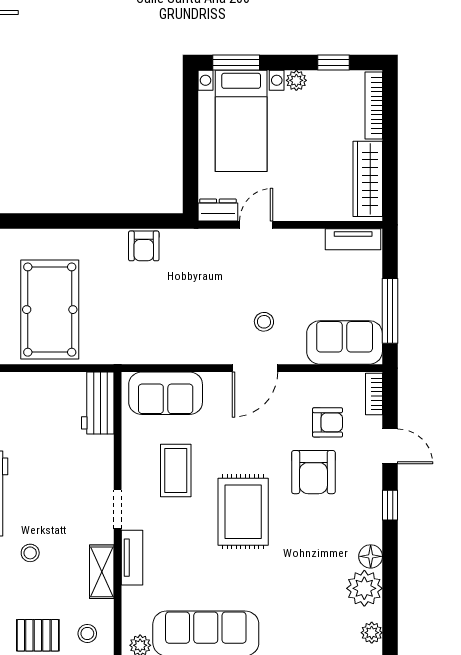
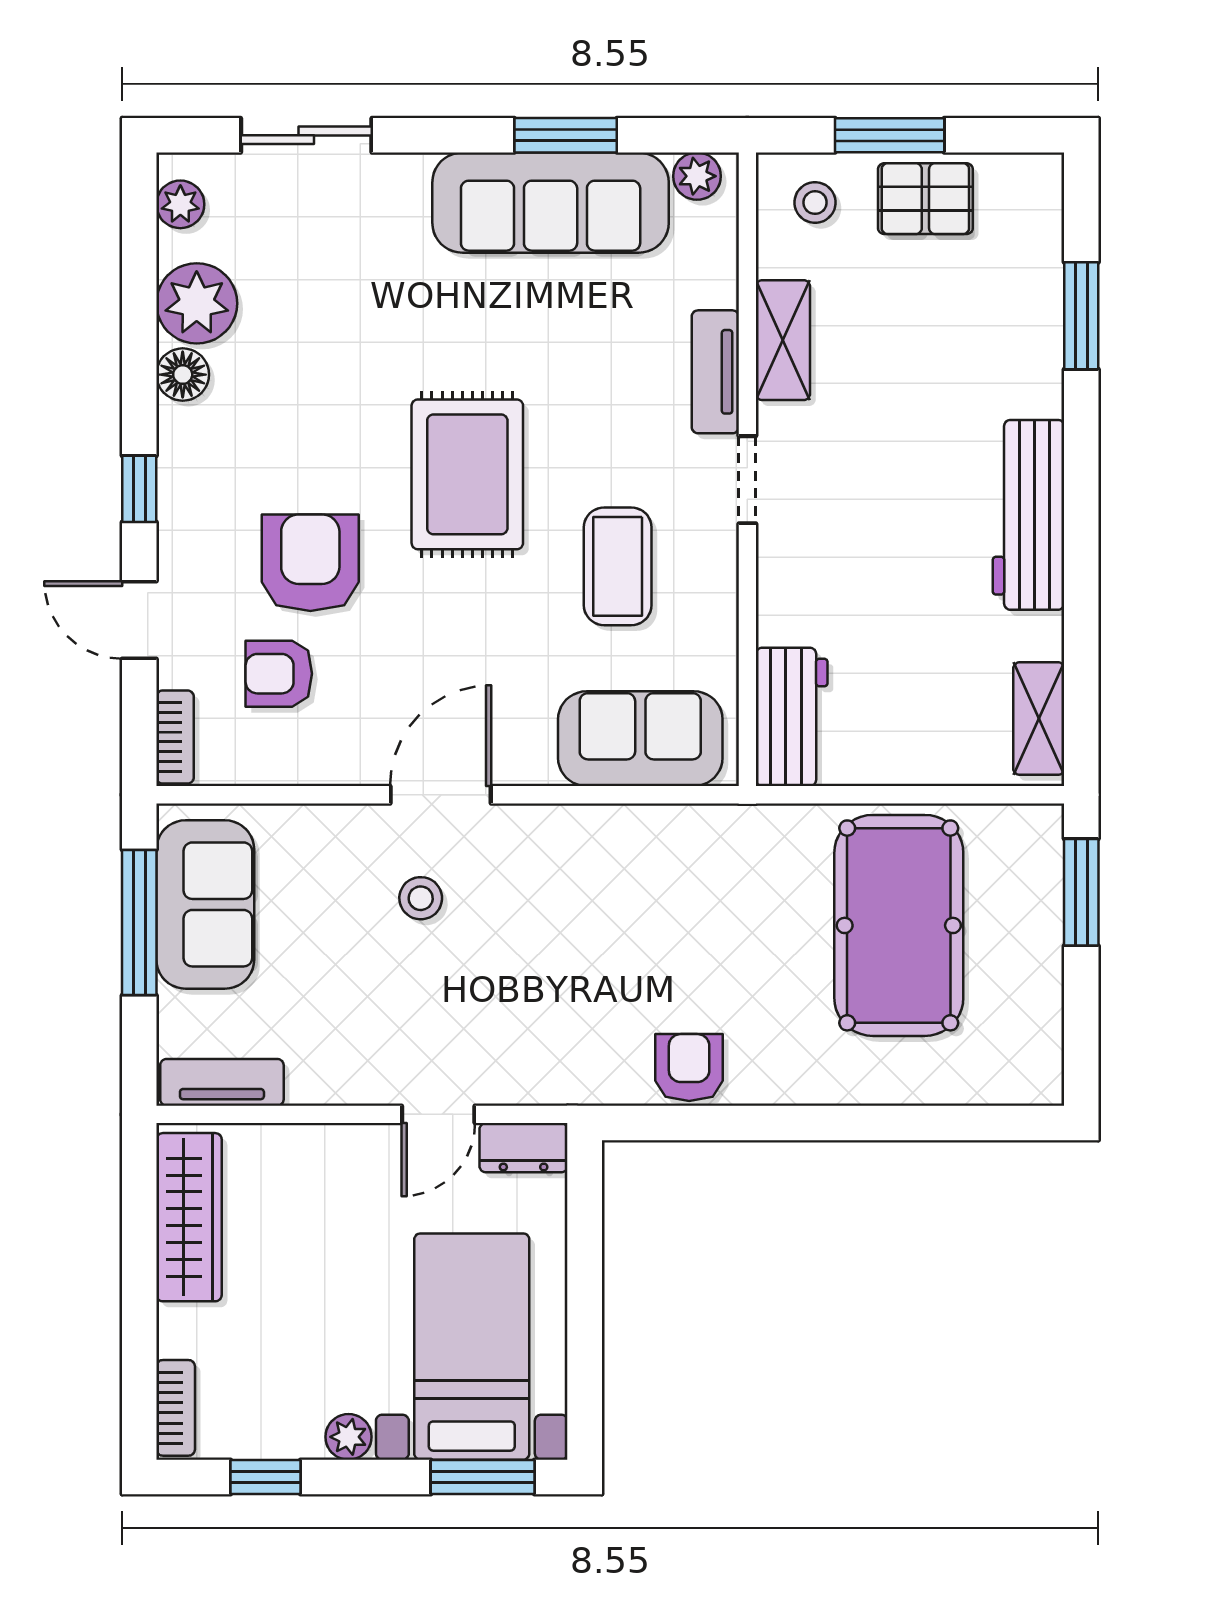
bookcase: (374, 105) -> (176, 1408), width x0.64
sofa: (345, 342) -> (205, 904), moved, turned -90
stool: (30, 553) -> (943, 382), removed

